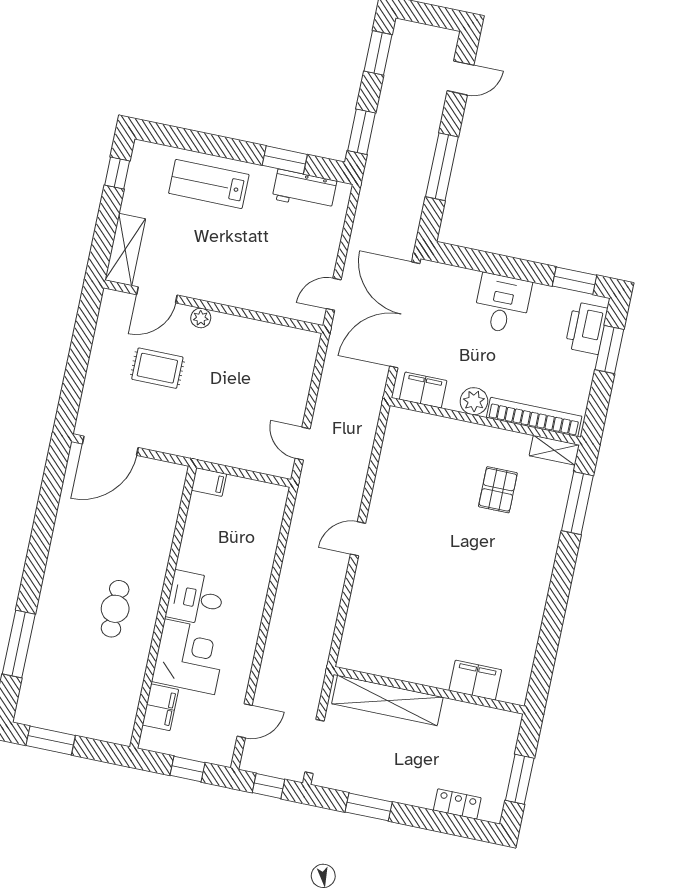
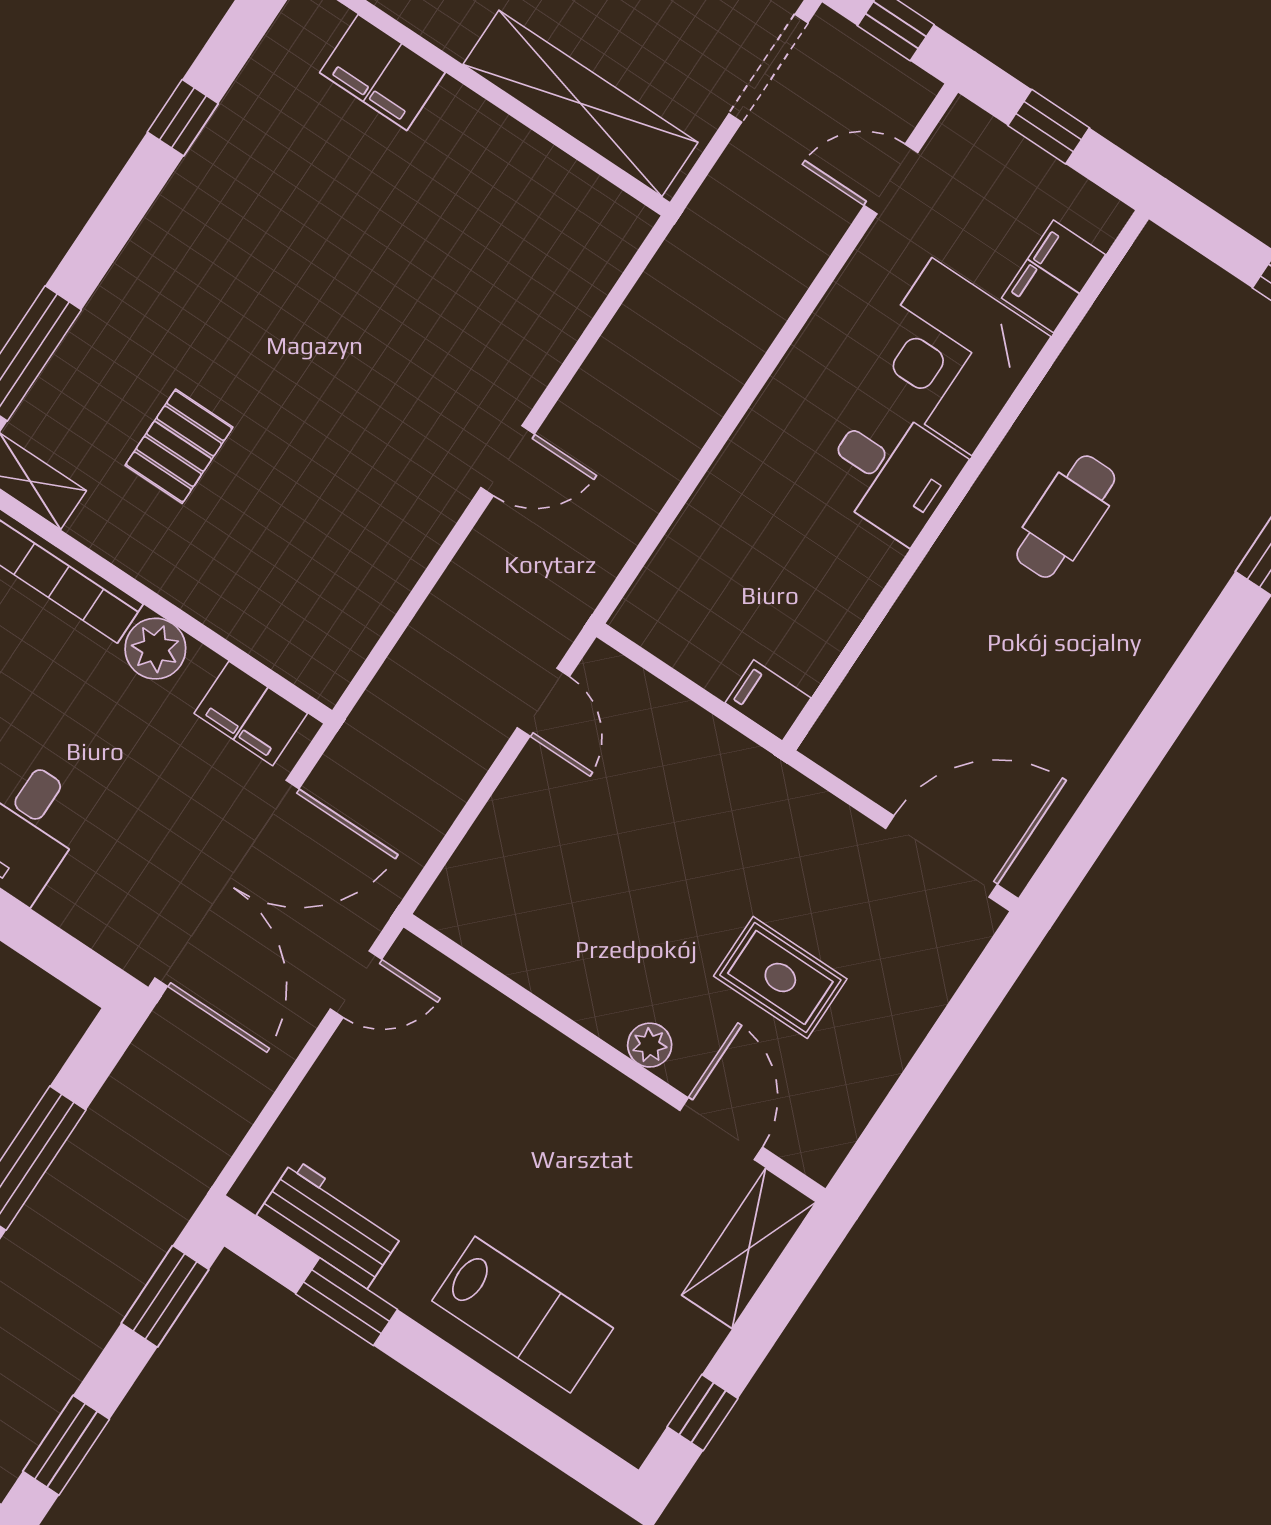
door: (157, 295) -> (721, 1129), hinge flipped
window: (551, 628) -> (183, 118), added

